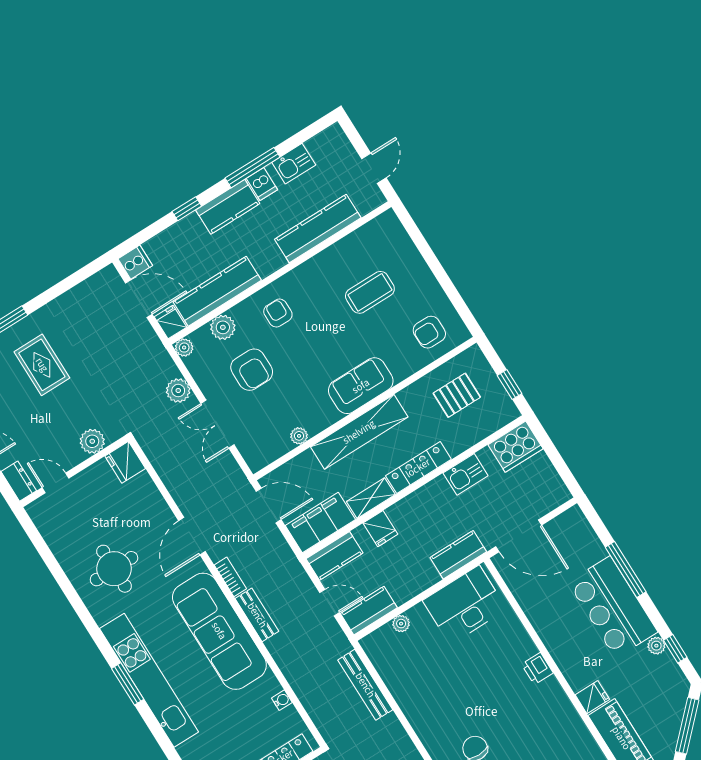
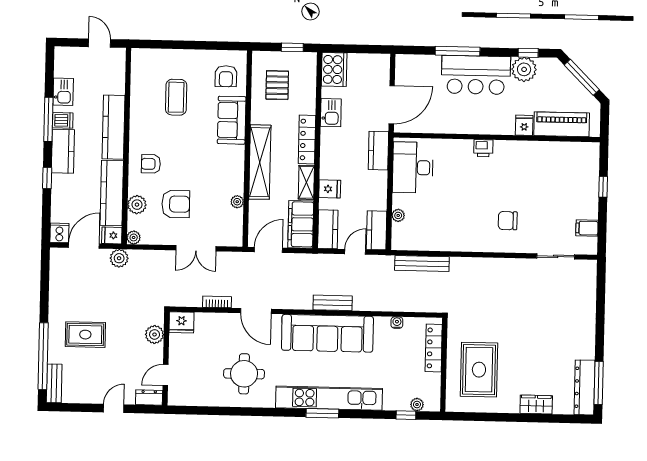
kitchen counter: (318, 228) -> (114, 127), moved
sofa: (361, 386) -> (232, 120), moved
plant: (178, 391) -> (119, 258), moved
bookcase: (230, 577) -> (217, 302), moved
plant: (656, 646) -> (524, 69), width x1.88, depth x1.88

